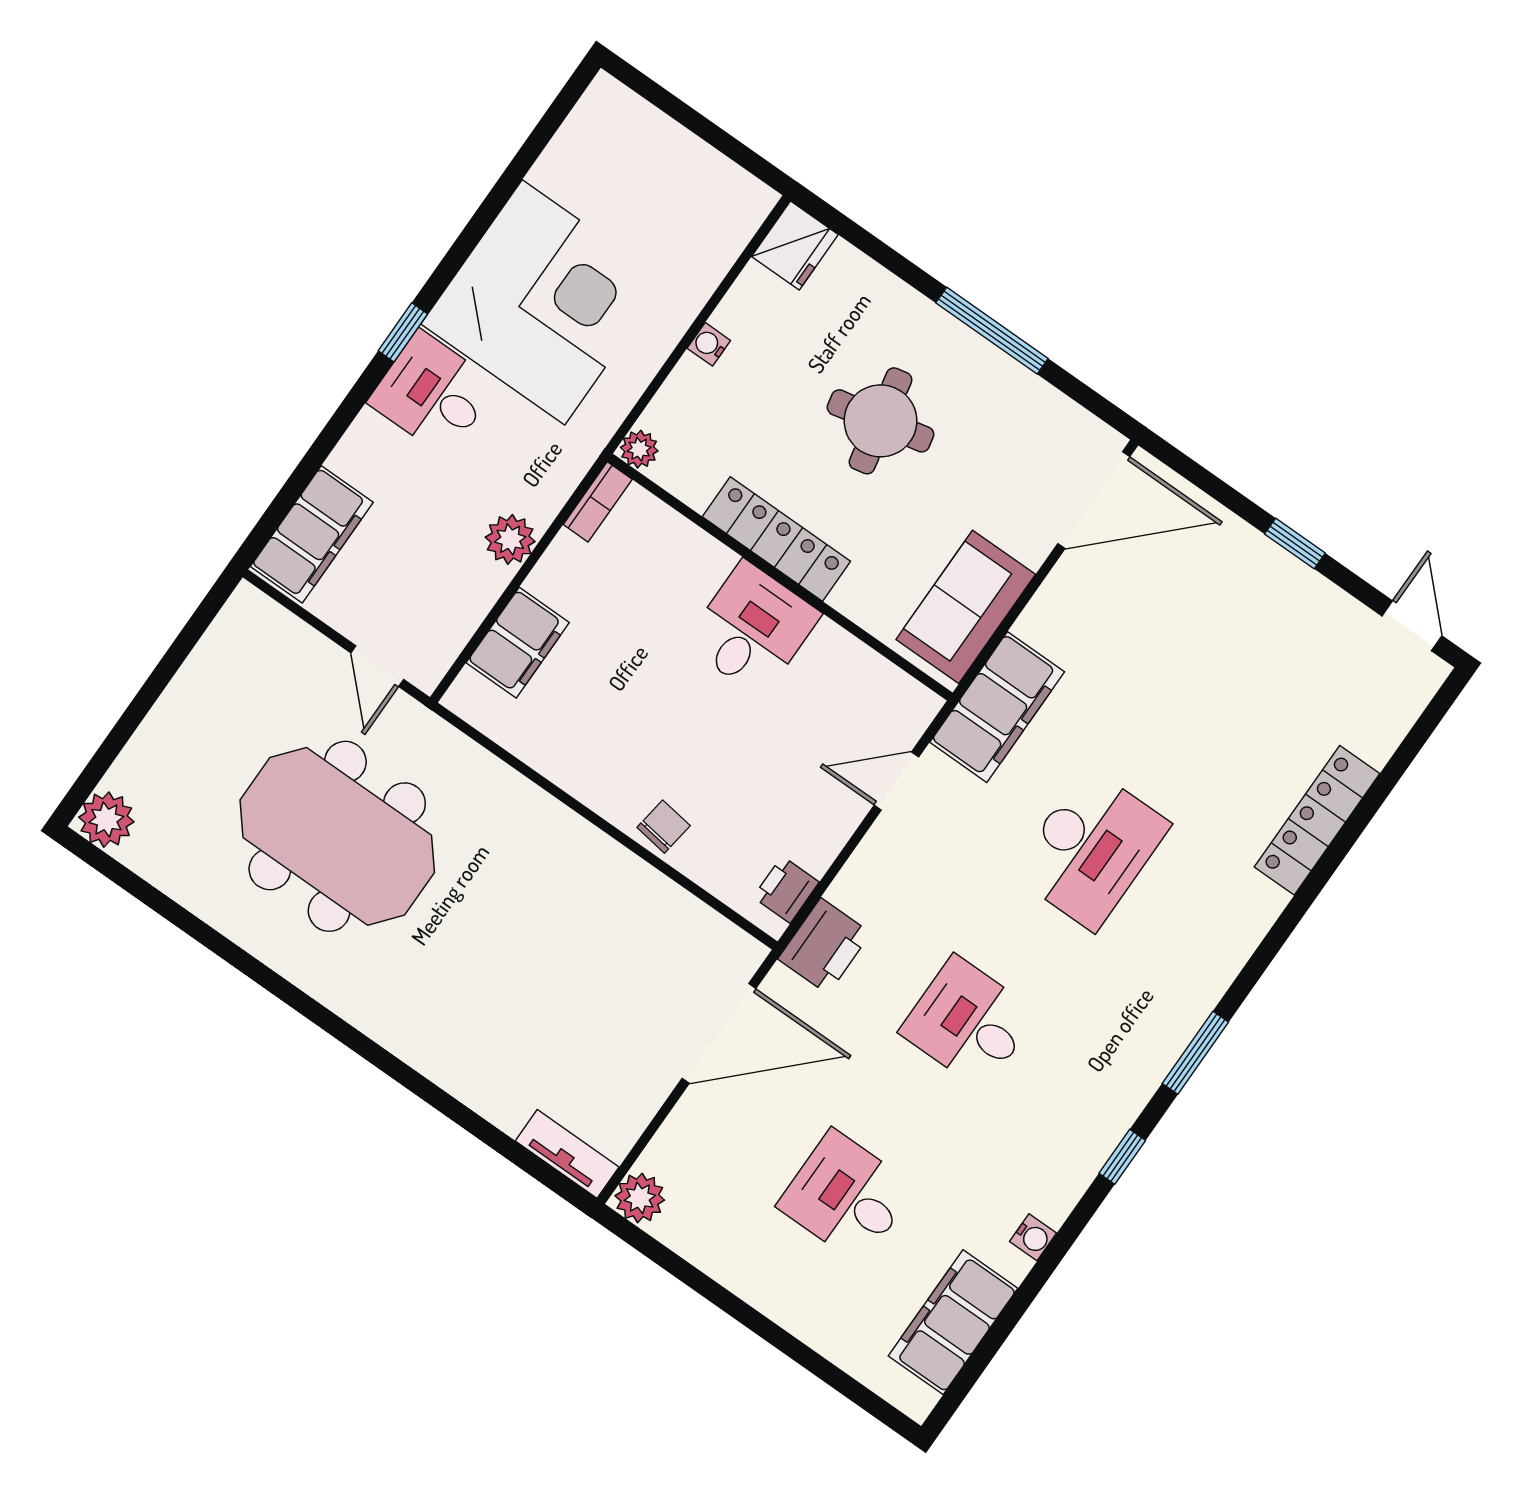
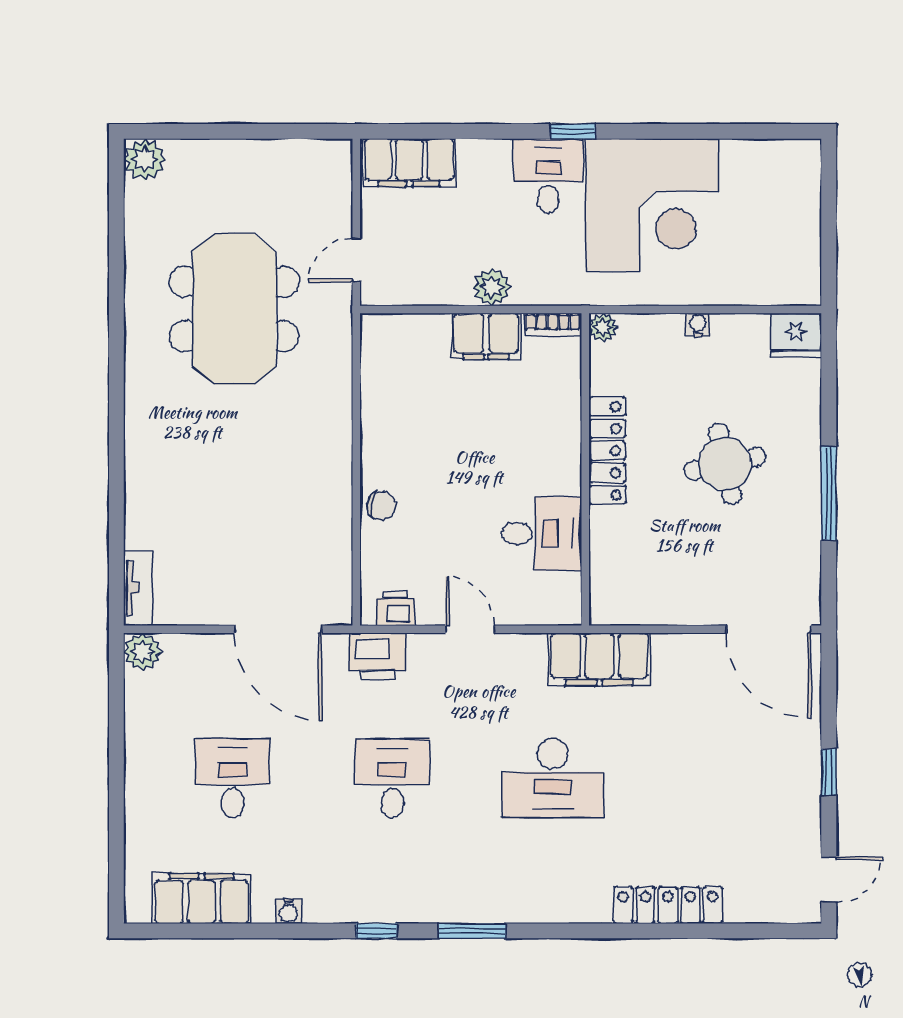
sofa: (966, 607) -> (647, 597), removed
desk: (752, 629) -> (542, 534), moved
filing cabinet: (518, 643) -> (486, 336), moved
door: (896, 781) -> (470, 629), moved

